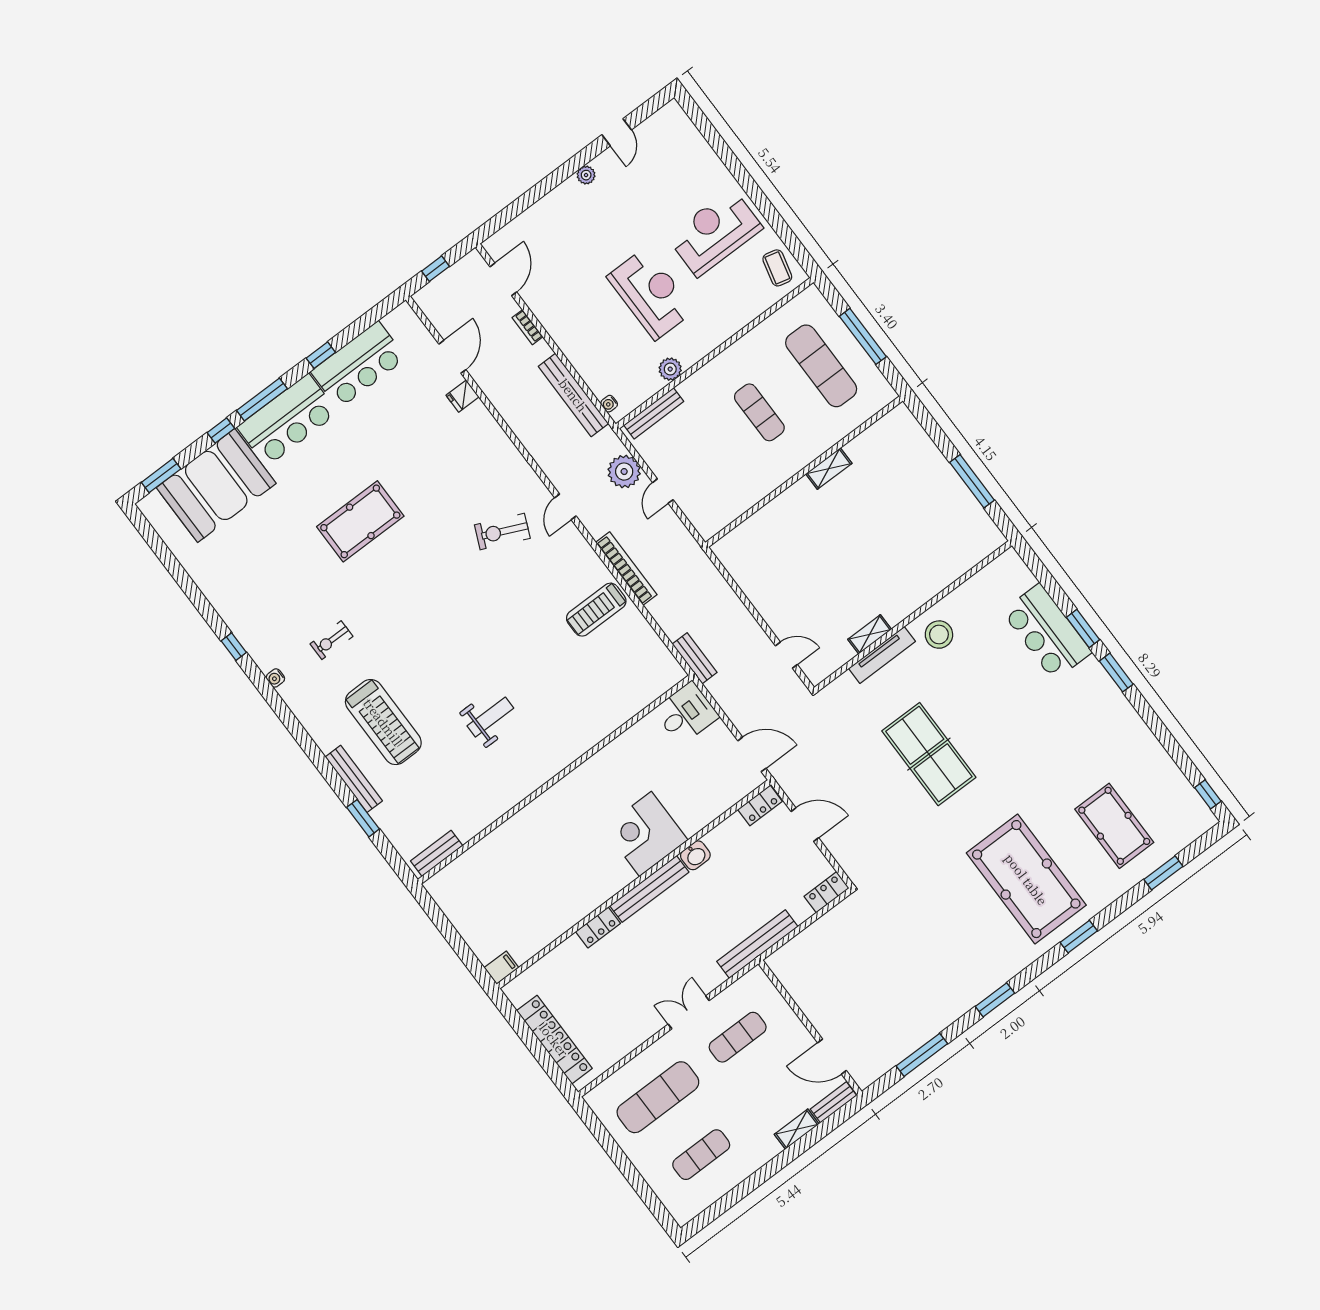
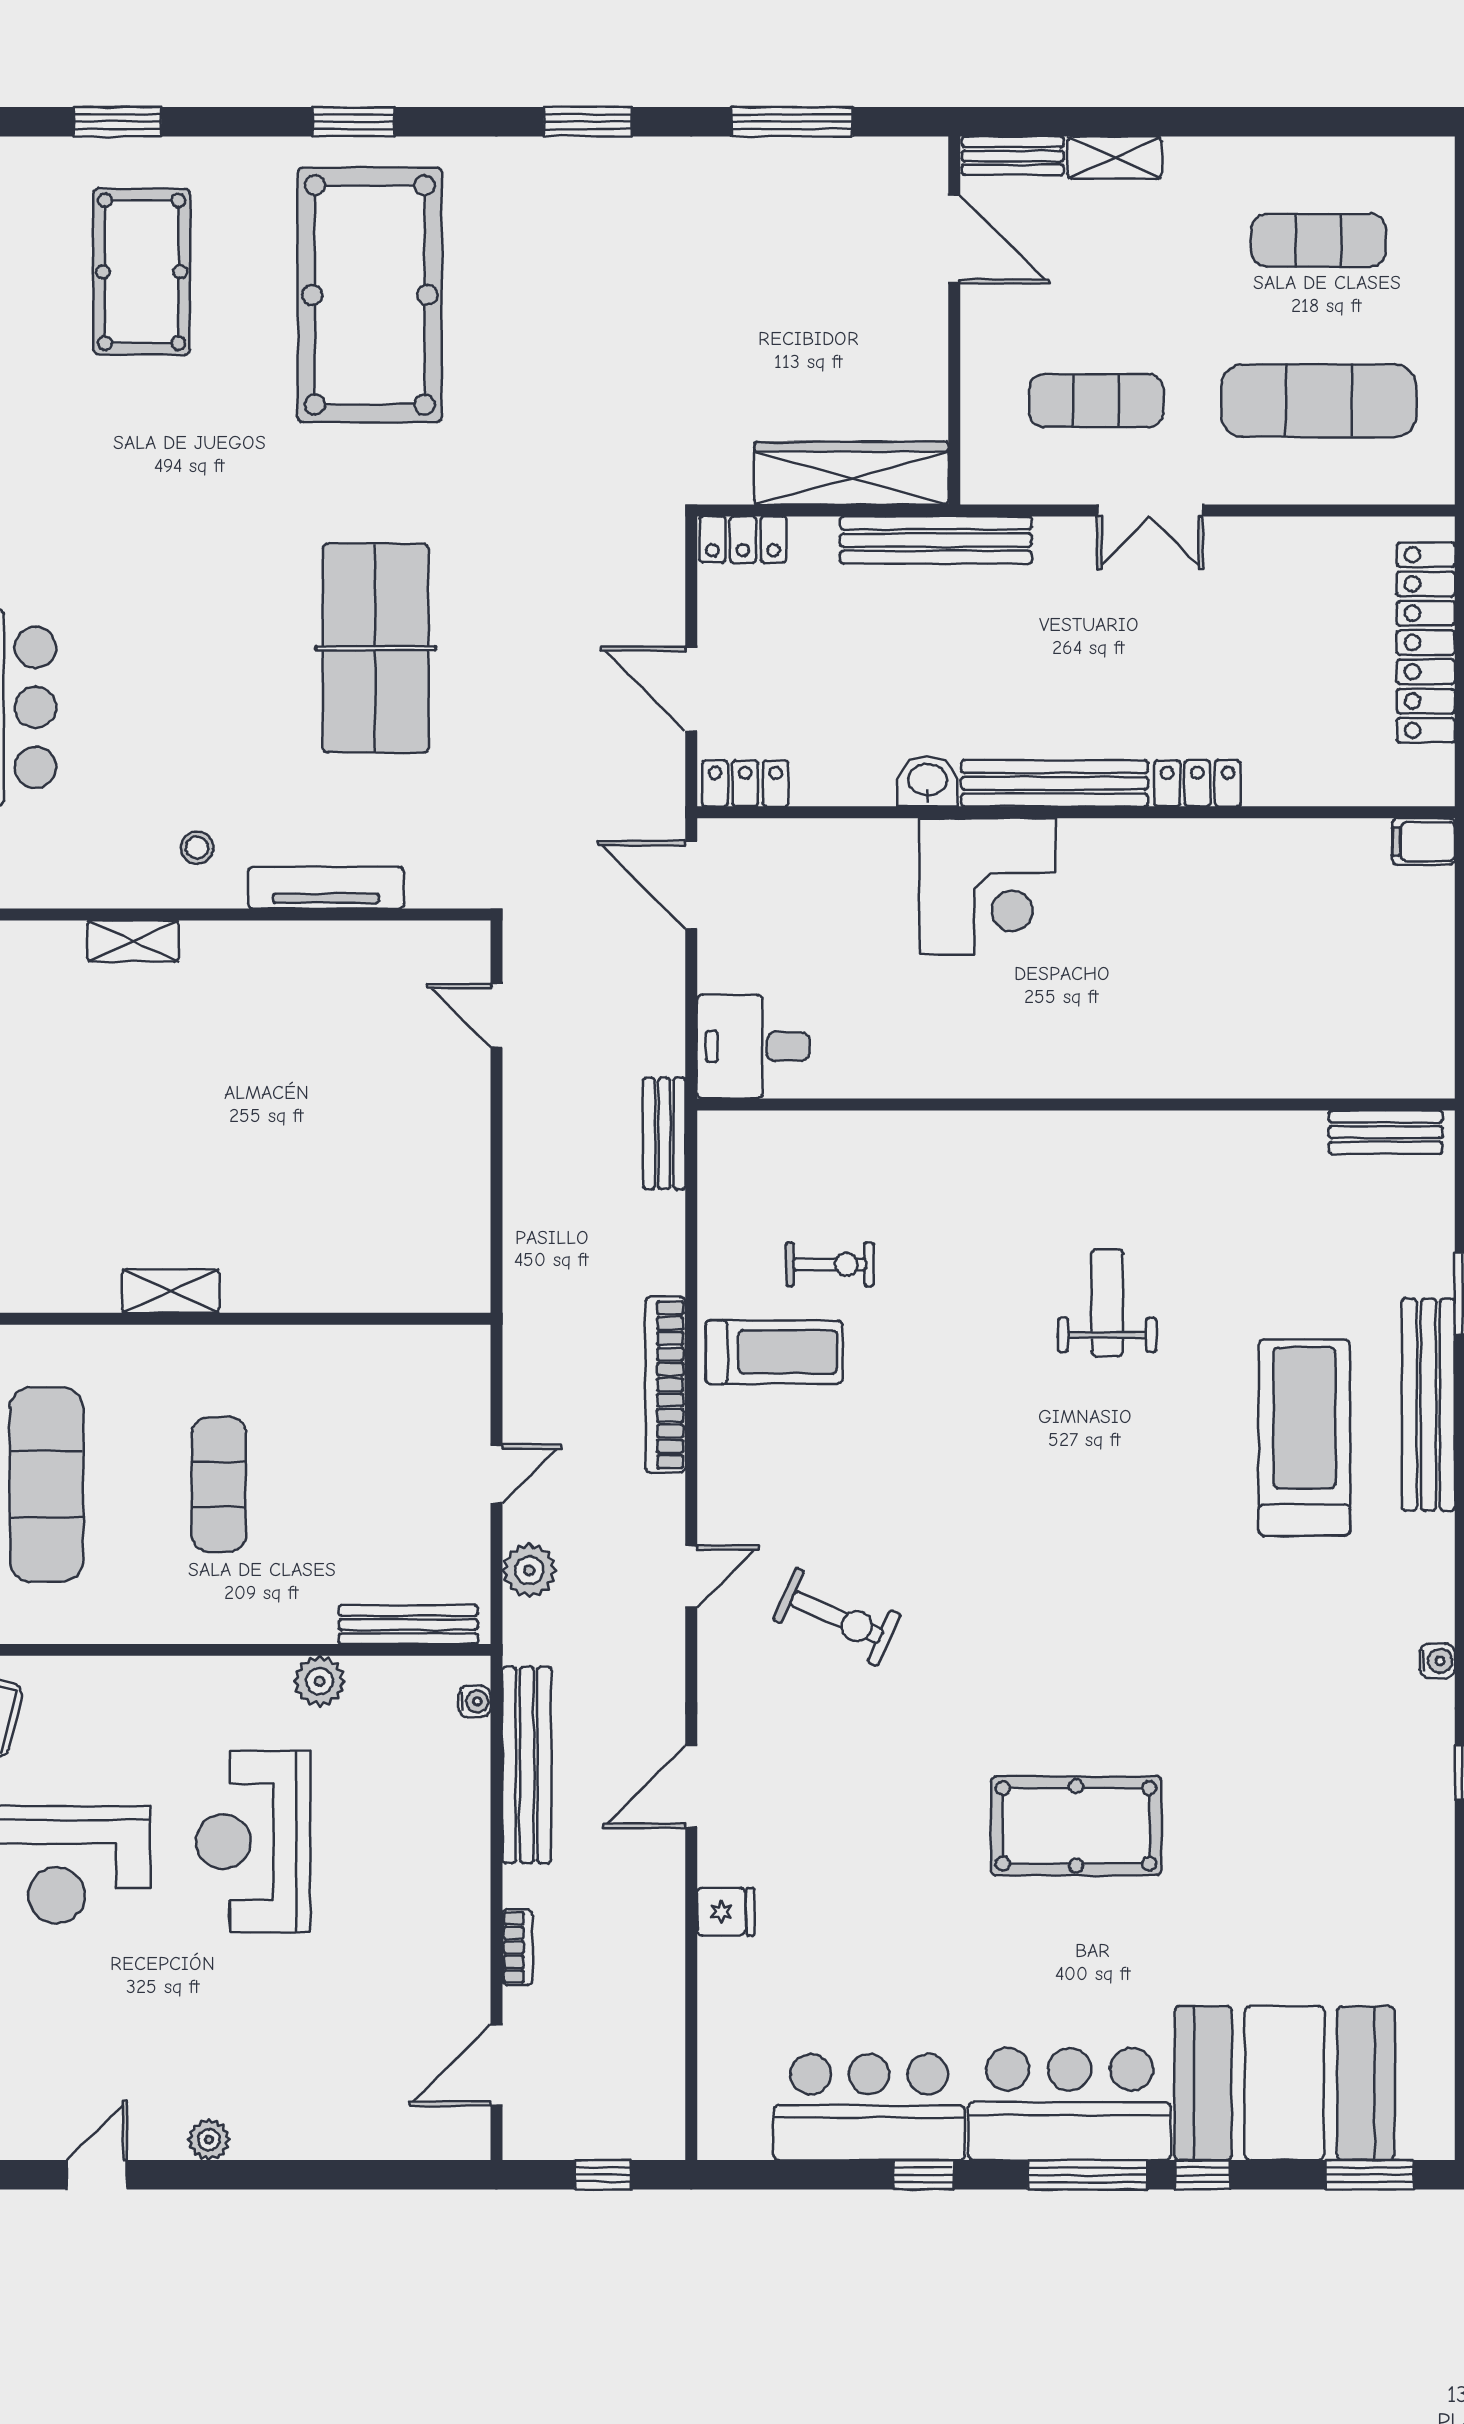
door: (452, 357) -> (691, 1787), moved
plant: (624, 472) -> (529, 1570), width x0.73, depth x0.73
shelving: (870, 634) -> (133, 941), moved
stool: (939, 635) -> (197, 848), width x0.53, depth x0.53
exercise bike: (331, 640) -> (830, 1264), moved
weight bench: (490, 717) -> (1107, 1303), turned 90
bench: (354, 779) -> (1428, 1405), width x1.37, depth x1.21
wardrobe: (806, 945) -> (851, 473), added

